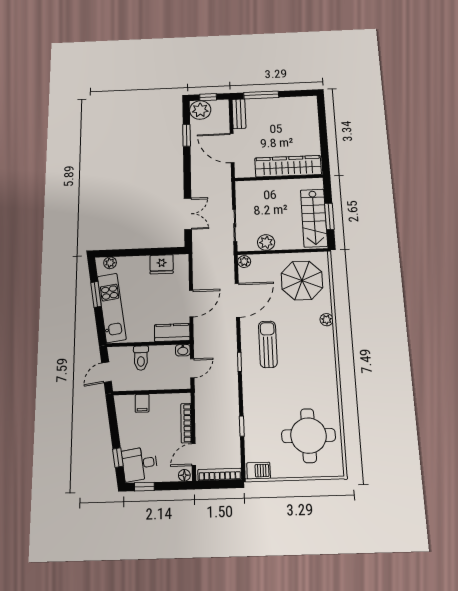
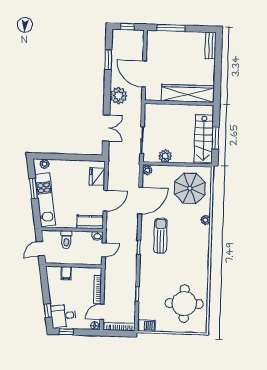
plant: (200, 110) -> (119, 96), moved
bench: (239, 114) -> (210, 46), moved
fridge: (162, 264) -> (97, 177), moved, turned 90

